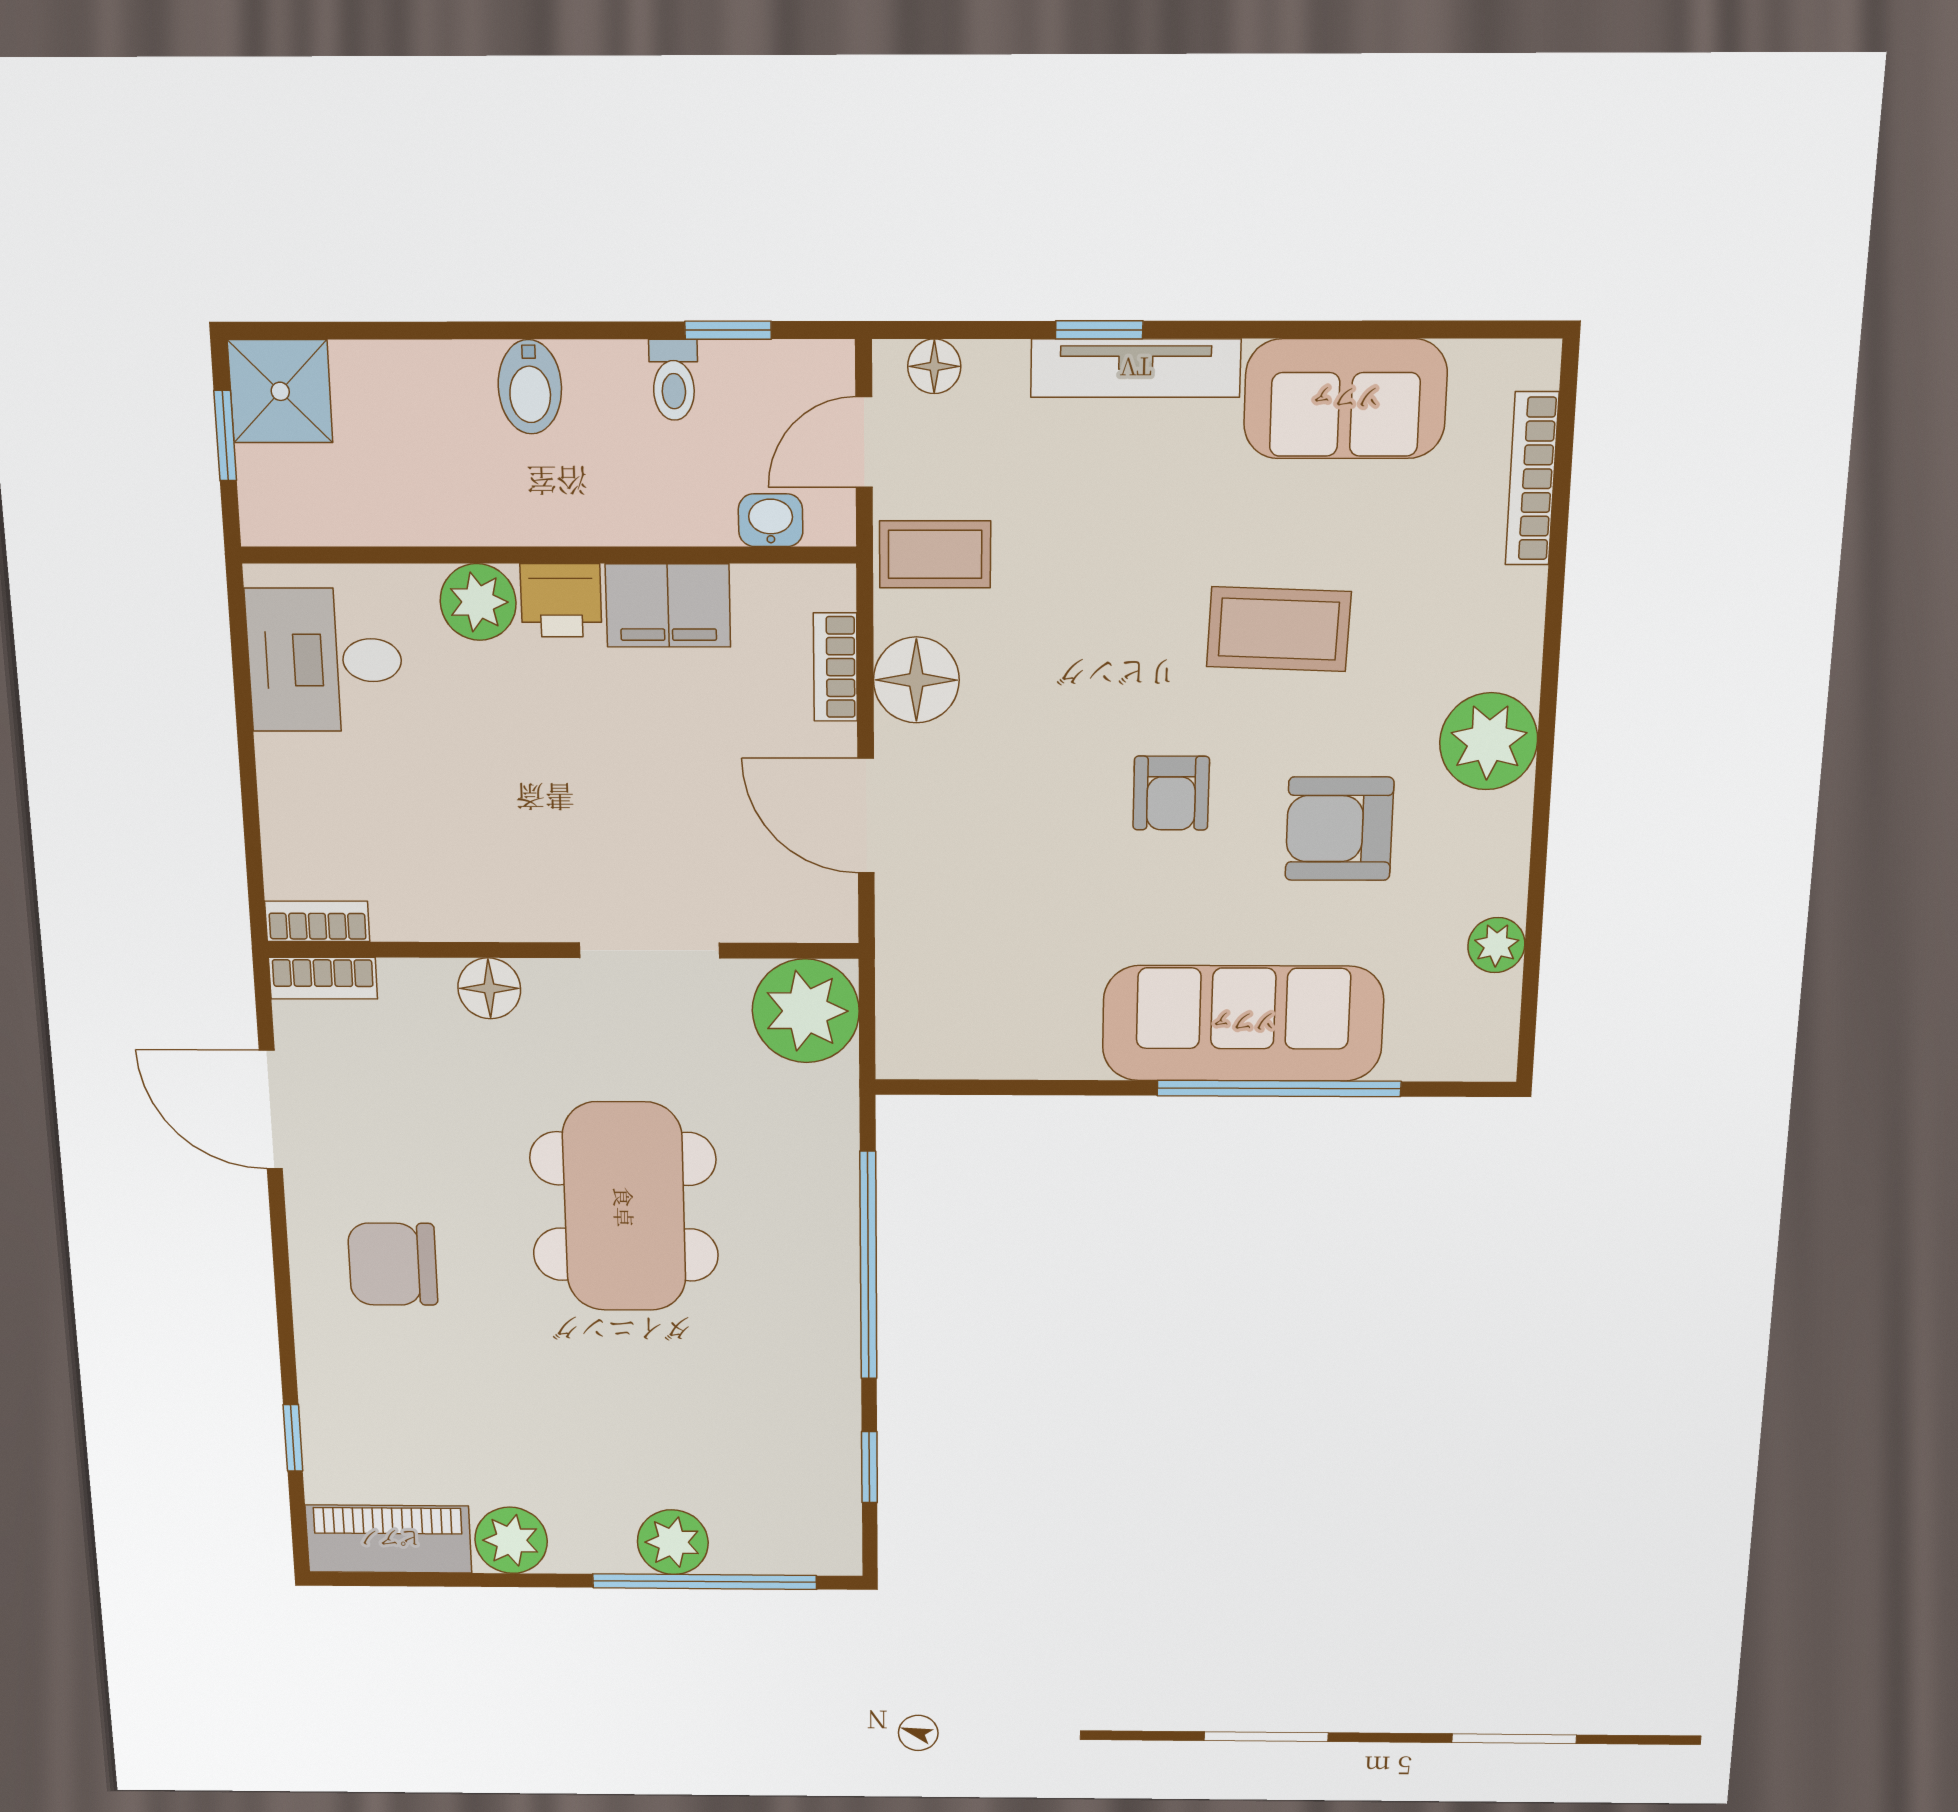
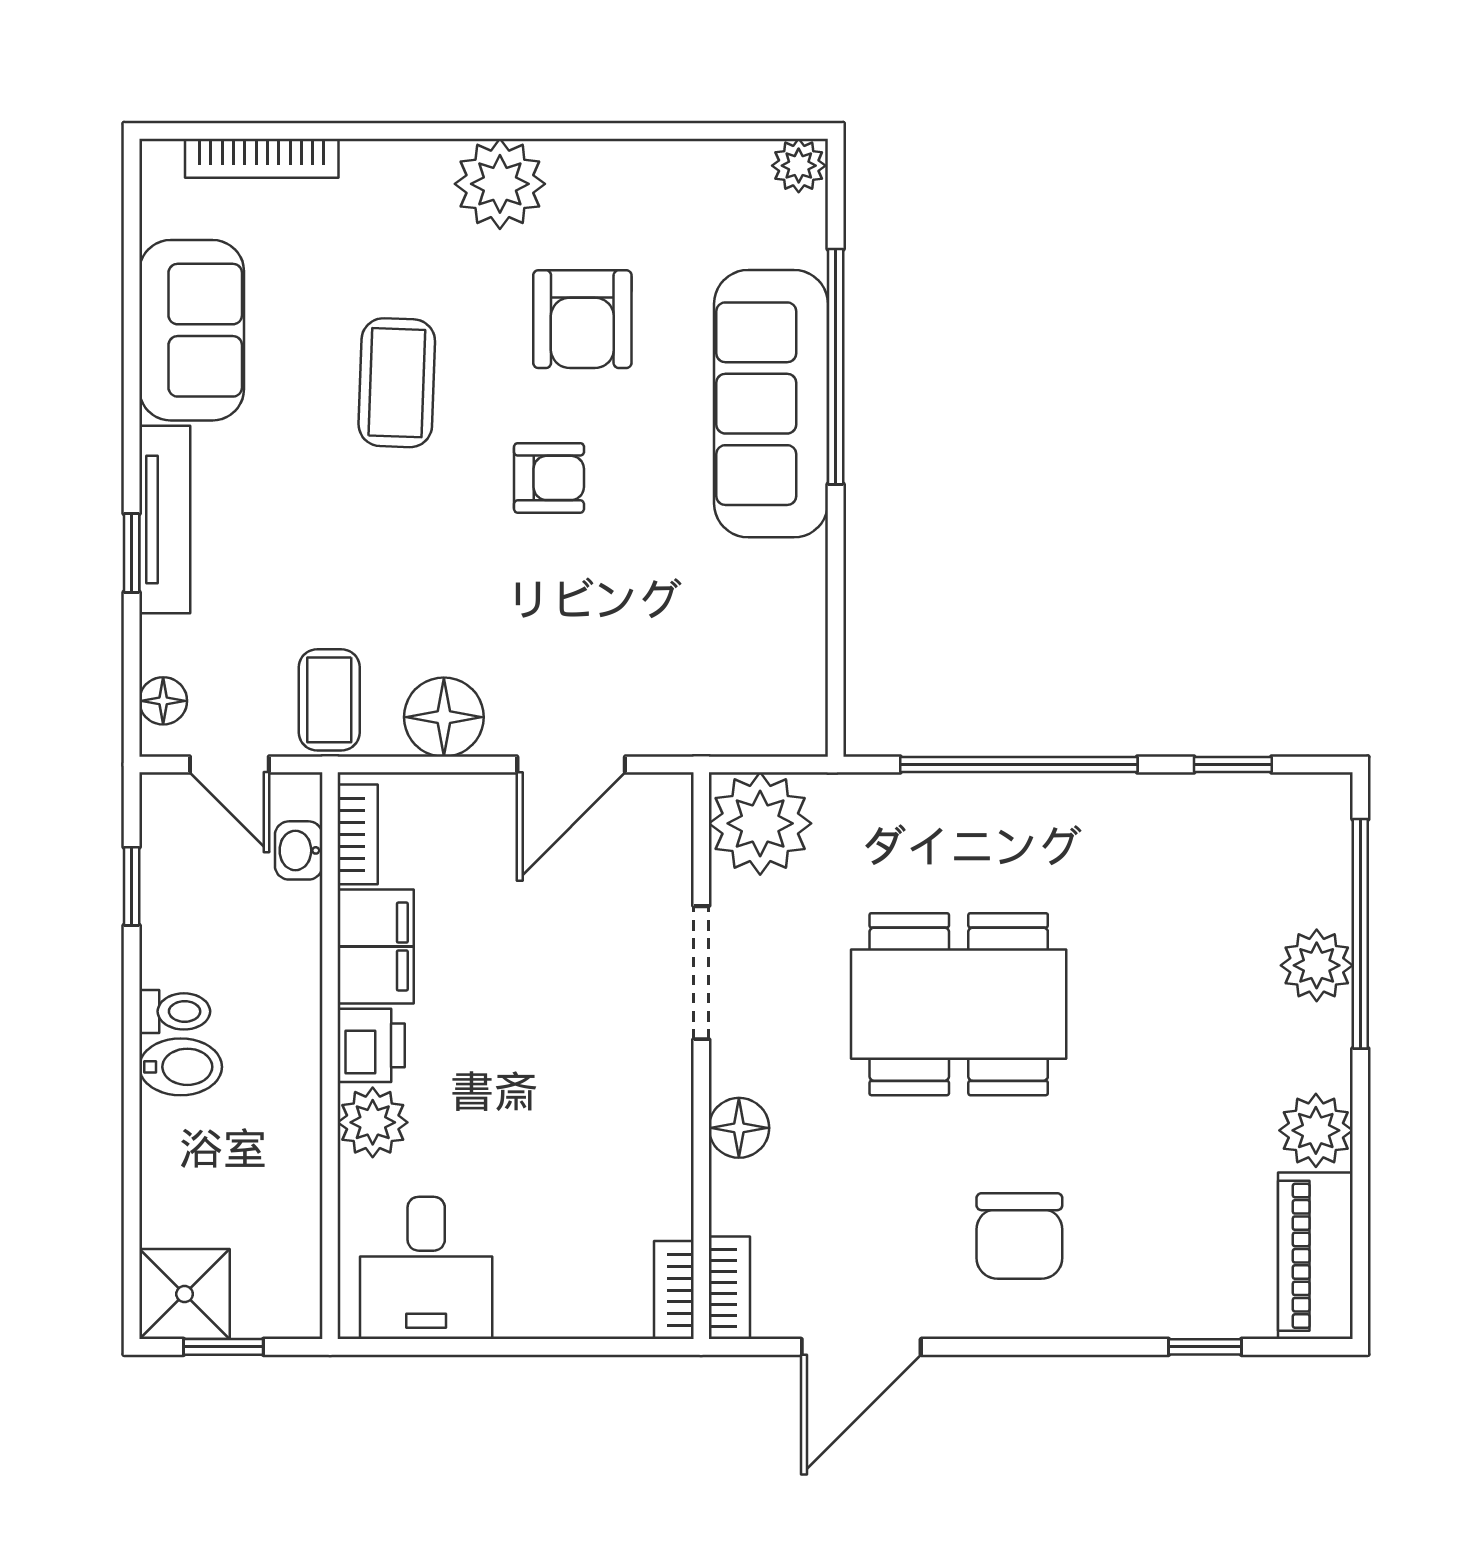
toilet: (674, 380) -> (175, 1011), moved
bookcase: (835, 667) -> (358, 834), moved, turned -90
plant: (1496, 945) -> (799, 166), moved

